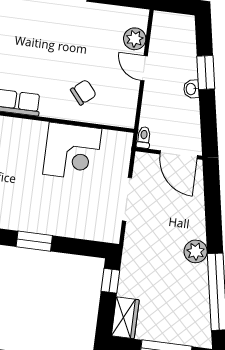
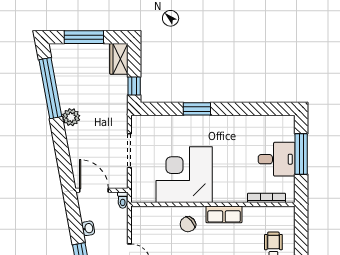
washbasin: (191, 89) -> (88, 228), moved
chair: (83, 92) -> (188, 224), moved
corner desk: (72, 151) -> (184, 175), width x1.36, depth x1.36

